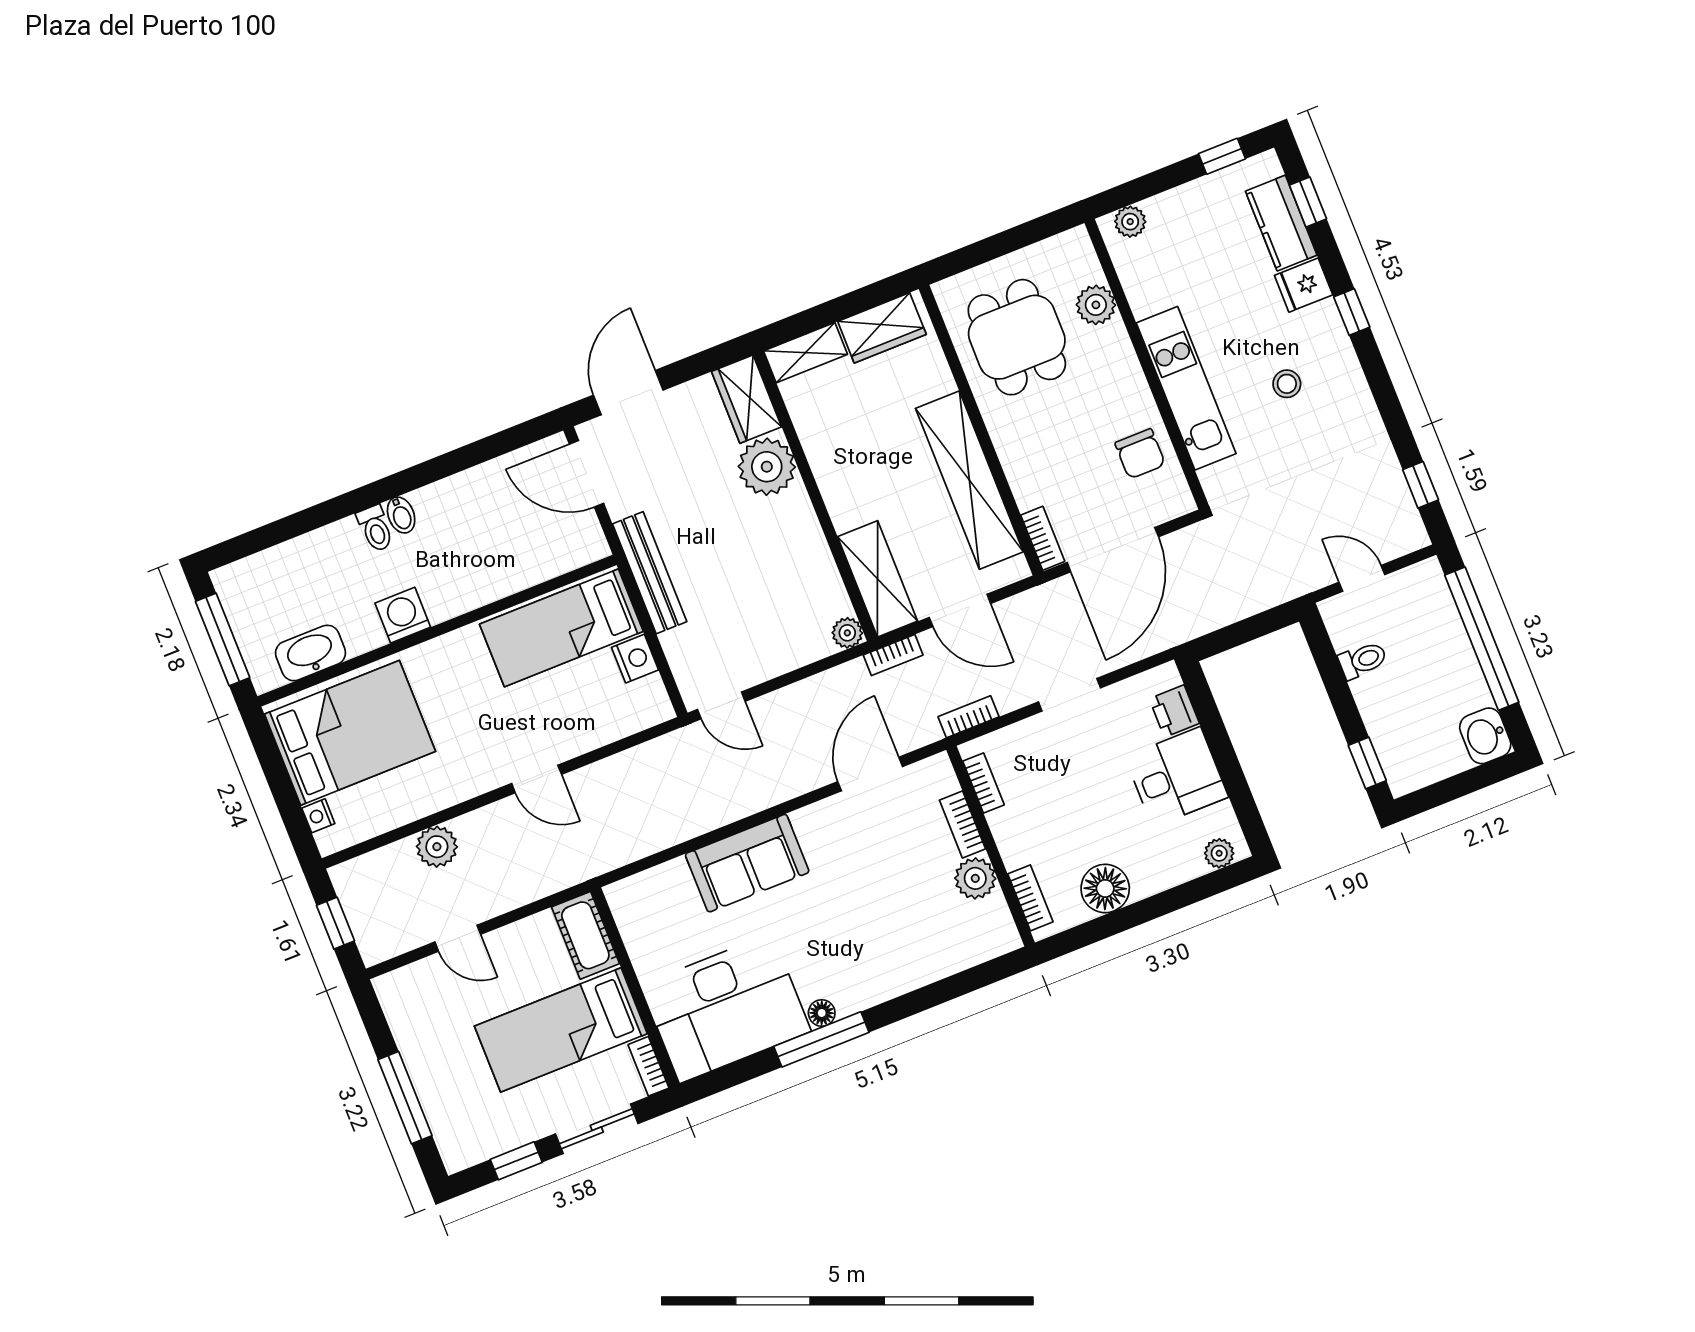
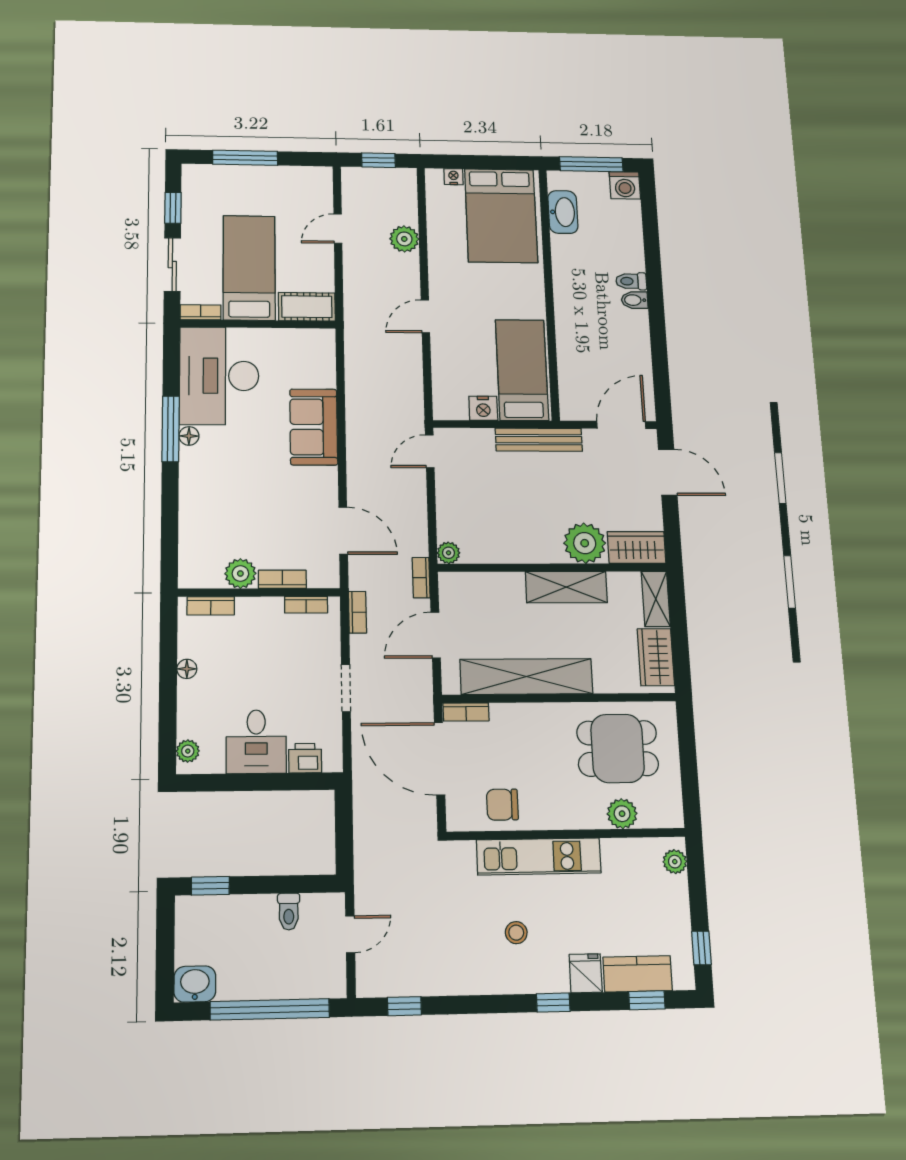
shelving: (878, 579) -> (566, 587), moved
washing machine: (403, 615) -> (625, 185), moved, turned 90
floor lamp: (1105, 888) -> (187, 669), width x0.53, depth x0.53

